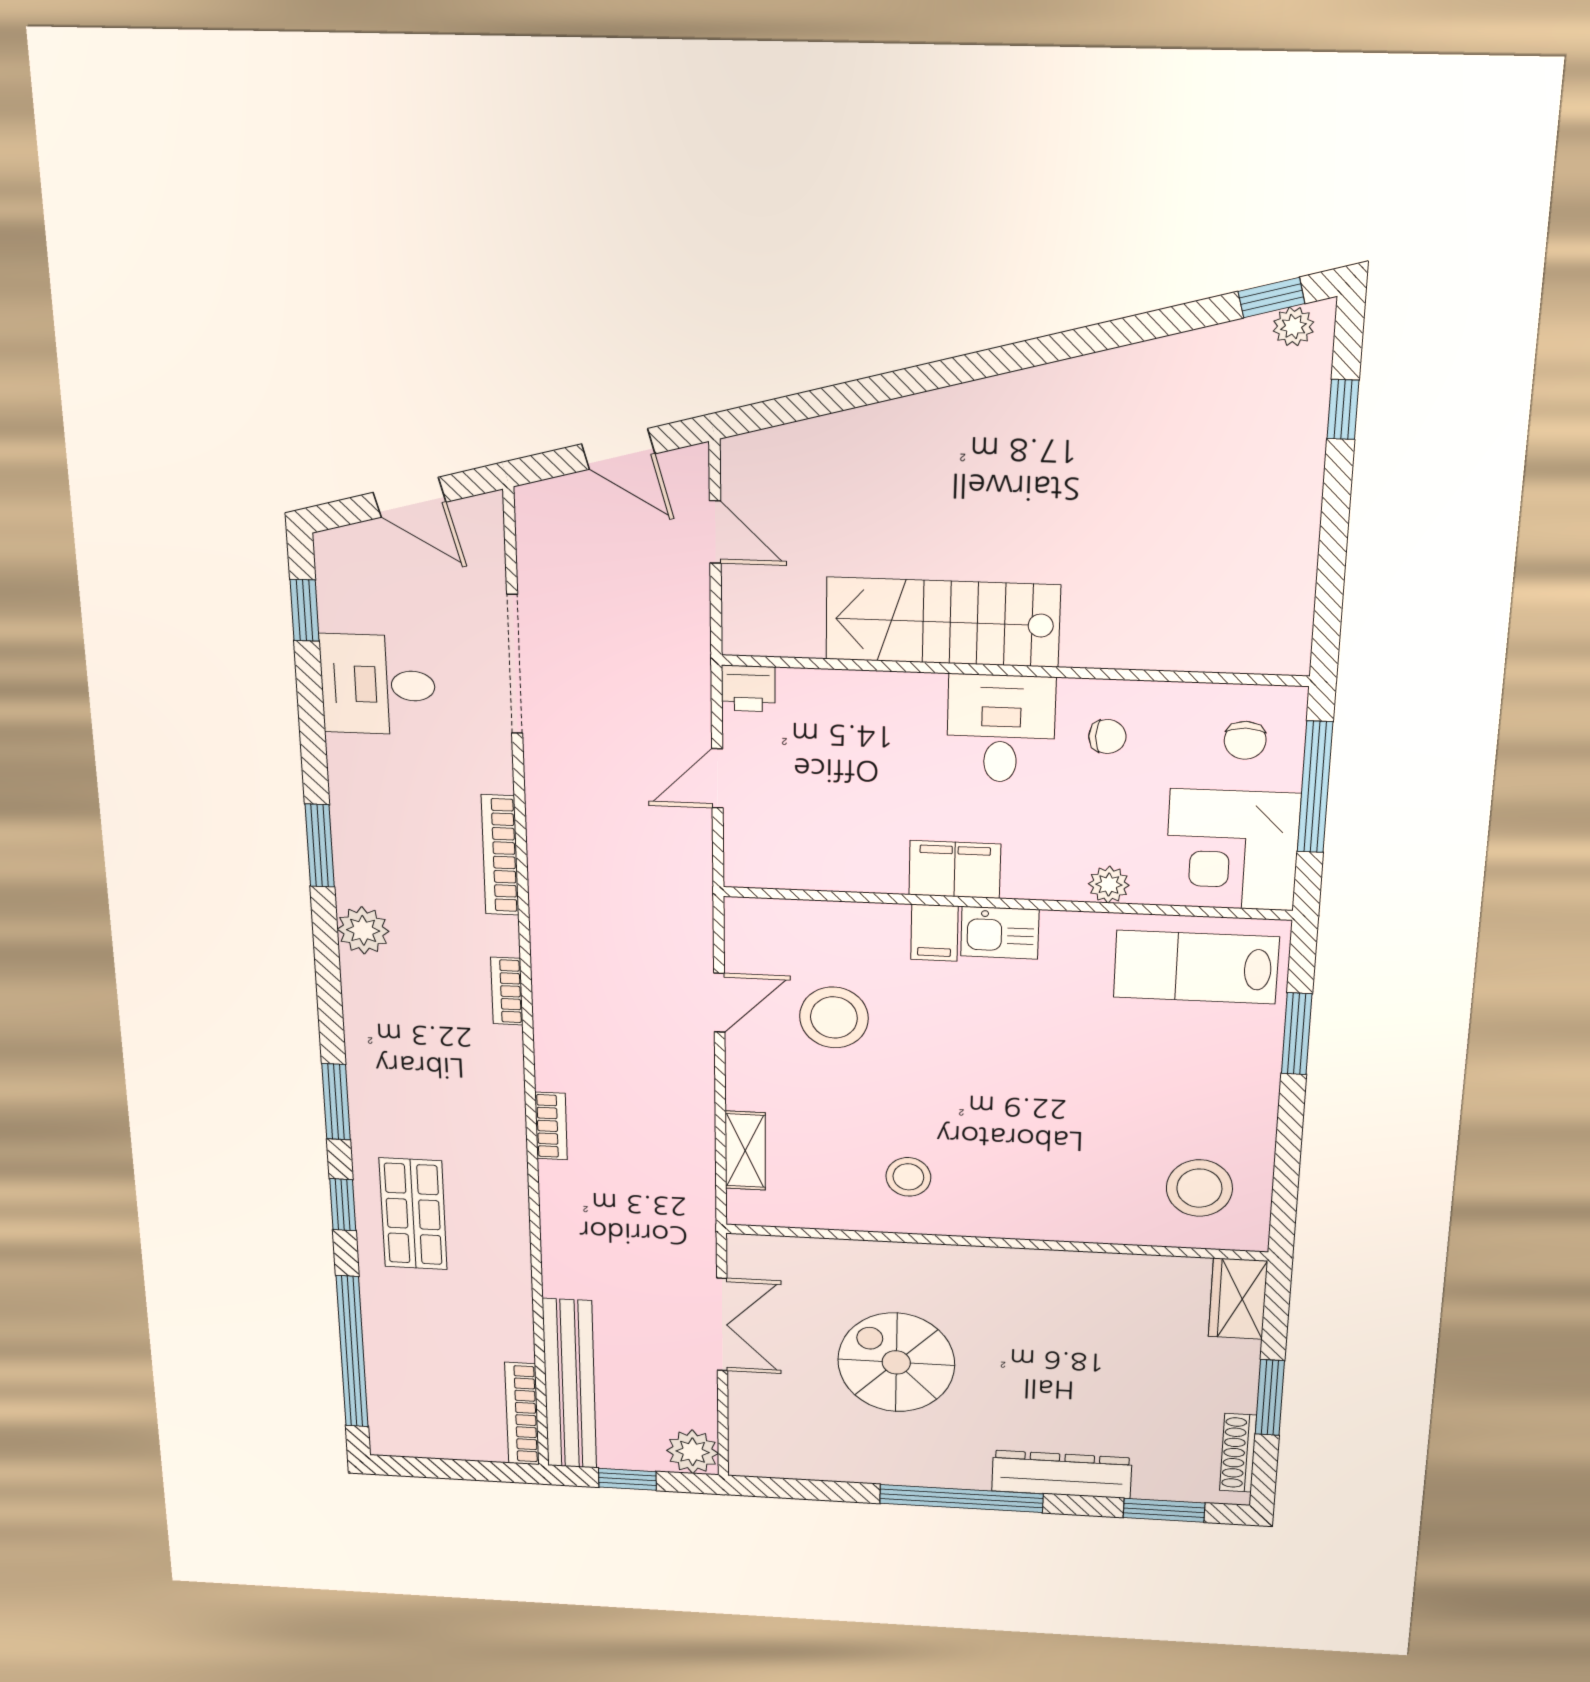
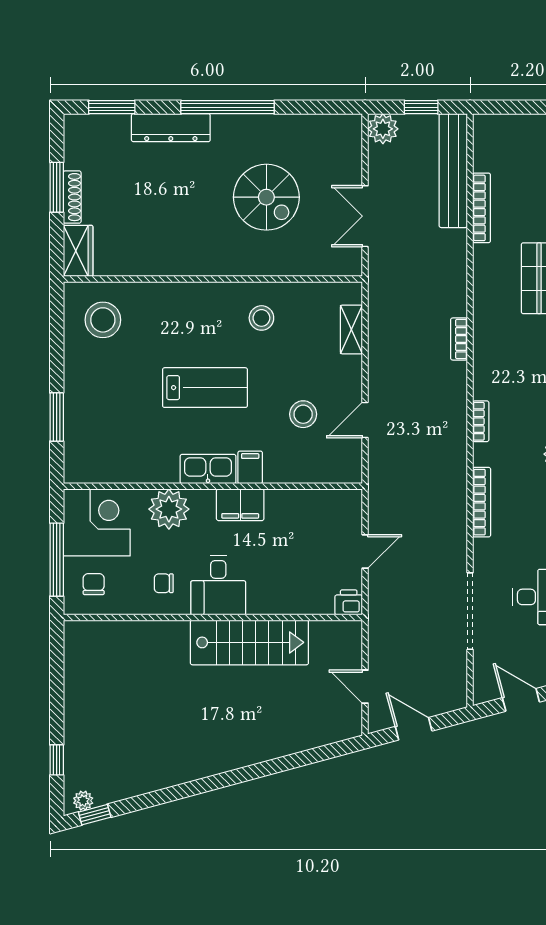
plant: (1109, 885) -> (169, 509), width x1.87, depth x1.87
kitchen sink: (1000, 933) -> (208, 469), width x1.38
lab bench: (1196, 967) -> (205, 388), moved
stool: (834, 1017) -> (303, 414), width x0.73, depth x0.73
bookcase: (522, 1414) -> (482, 208), moved
shoe rack: (1238, 1453) -> (72, 197), moved

